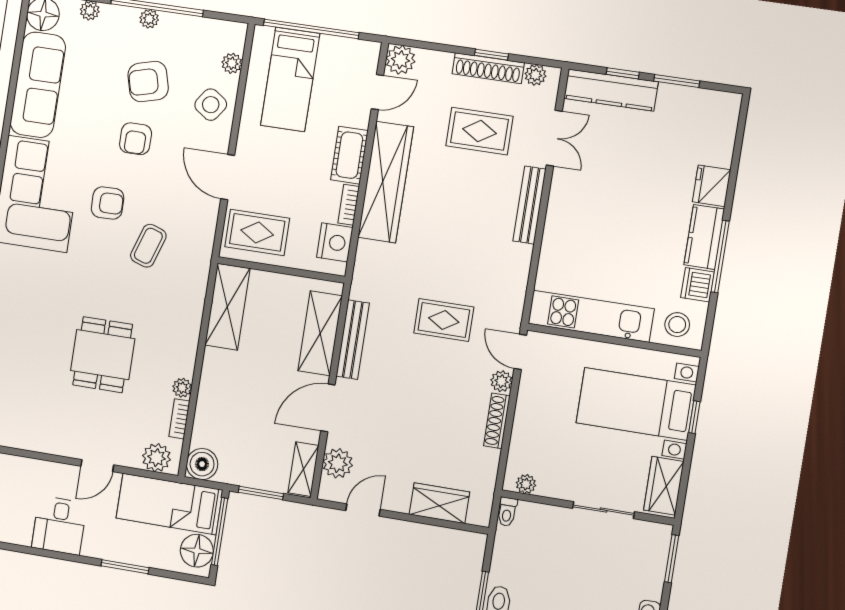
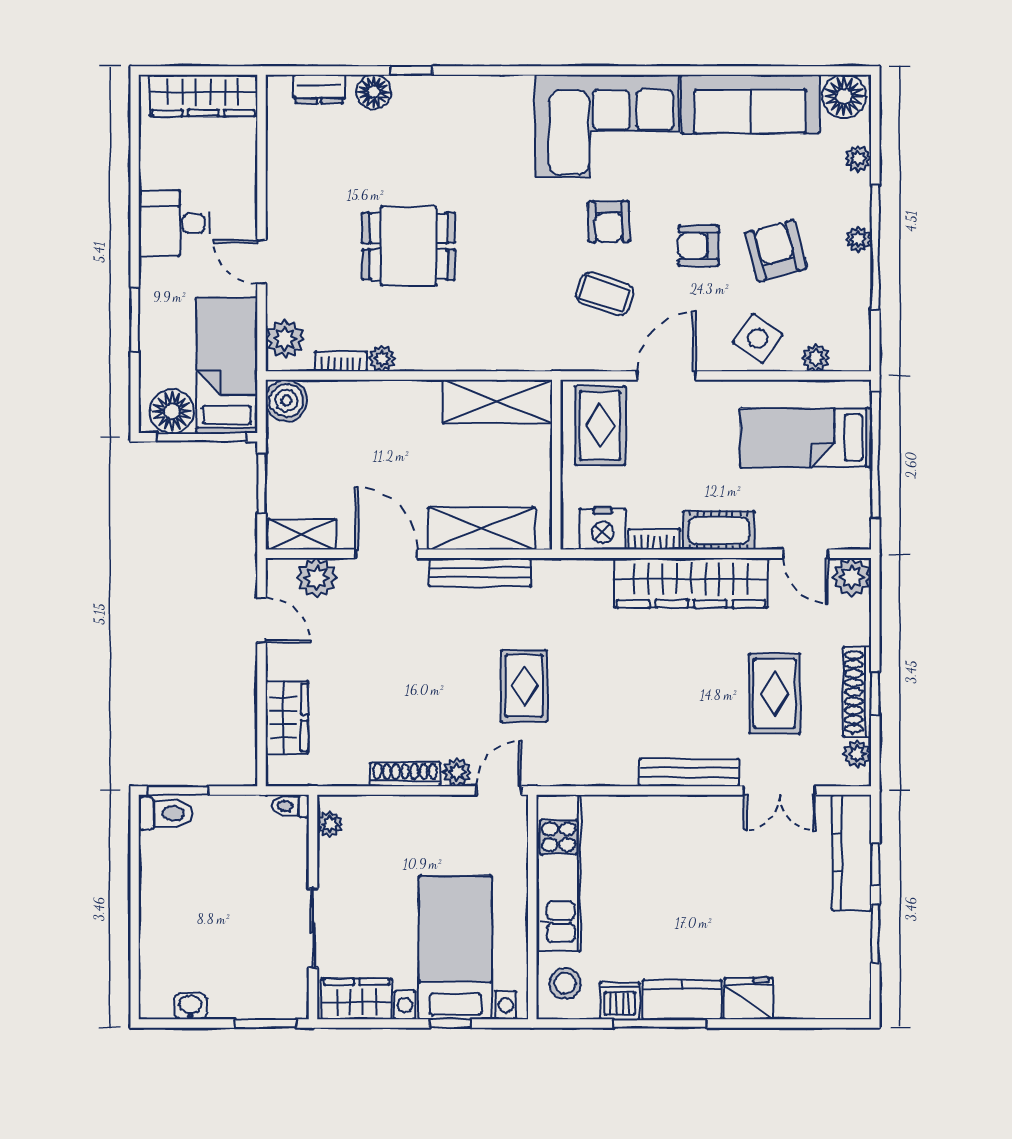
coffee table: (148, 246) -> (605, 294), moved

